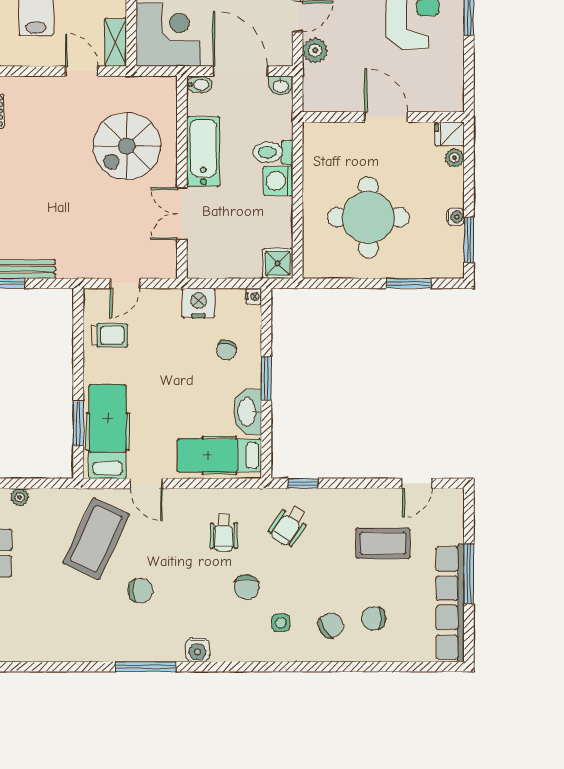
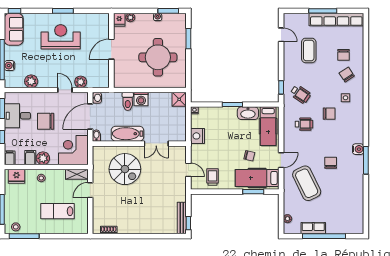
chair: (227, 350) -> (249, 156), moved
coffee table: (96, 539) -> (307, 183), turned 39
water cooler: (198, 650) -> (358, 149), moved

